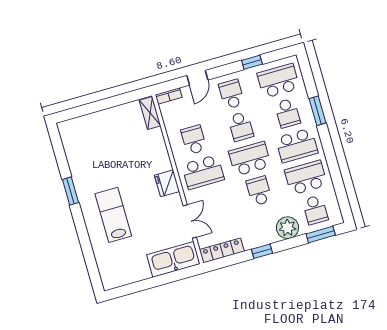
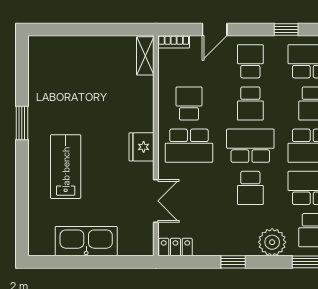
school desk: (259, 191) -> (250, 188), turned 180
locker: (222, 250) -> (175, 247), width x0.66
kitchen sink: (173, 259) -> (86, 241), moved

